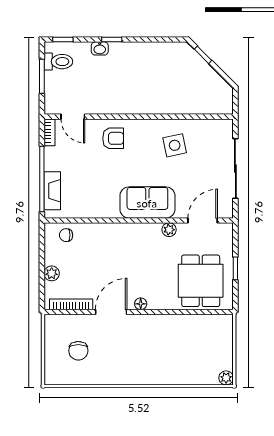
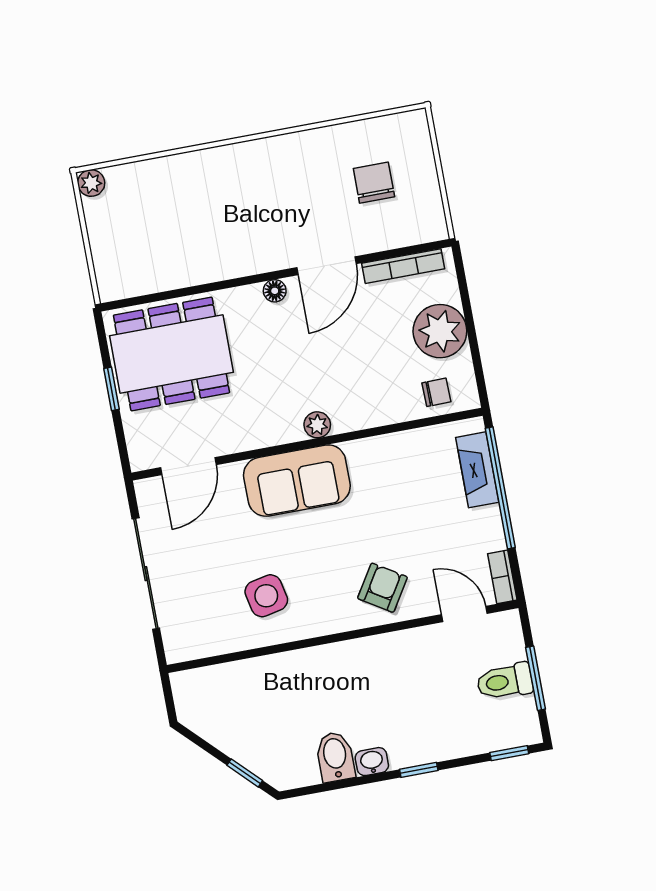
washbasin: (100, 48) -> (372, 762), moved
bidet: (154, 55) -> (335, 757), added
toilet: (58, 62) -> (505, 681), moved
armchair: (113, 138) -> (382, 588), turned 122
plant: (169, 230) -> (317, 425), moved
plant: (52, 273) -> (440, 331), width x1.87, depth x1.87
dining table: (201, 281) -> (171, 354), width x1.38

